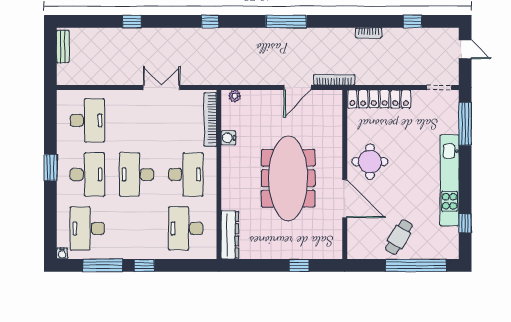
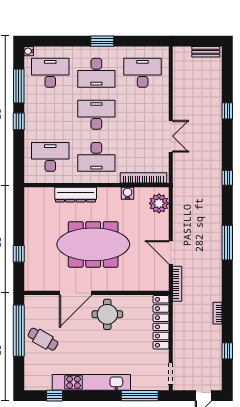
plant: (235, 96) -> (159, 203), width x1.87, depth x1.87
desk: (87, 120) -> (143, 73), turned 180
dresser: (230, 235) -> (76, 195), moved
window: (416, 265) -> (19, 331), moved

